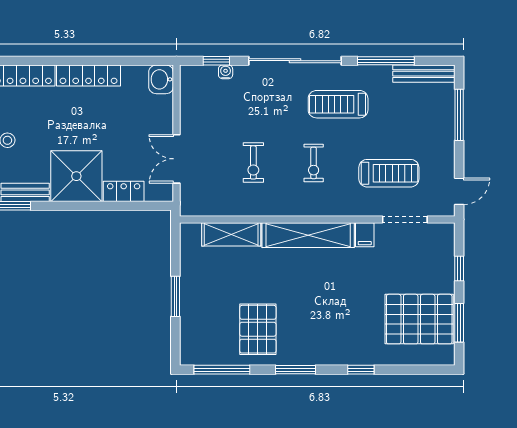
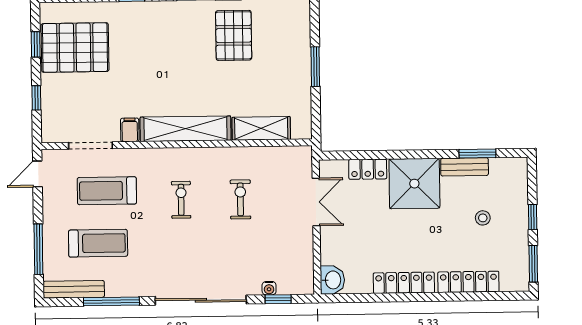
treadmill: (338, 104) -> (98, 243), moved
window: (459, 323) -> (36, 44), width x0.67

